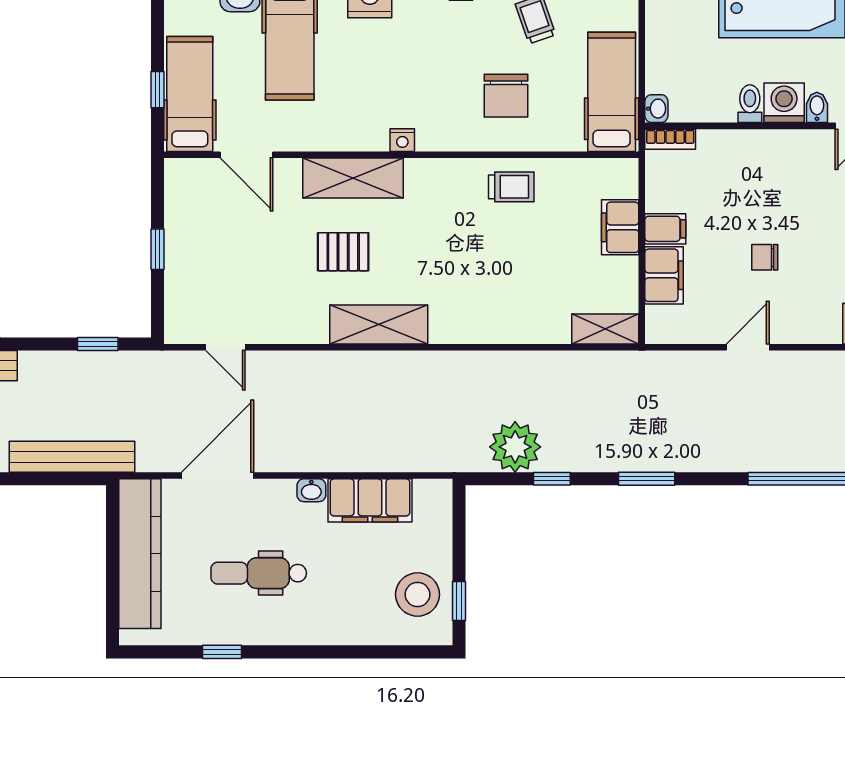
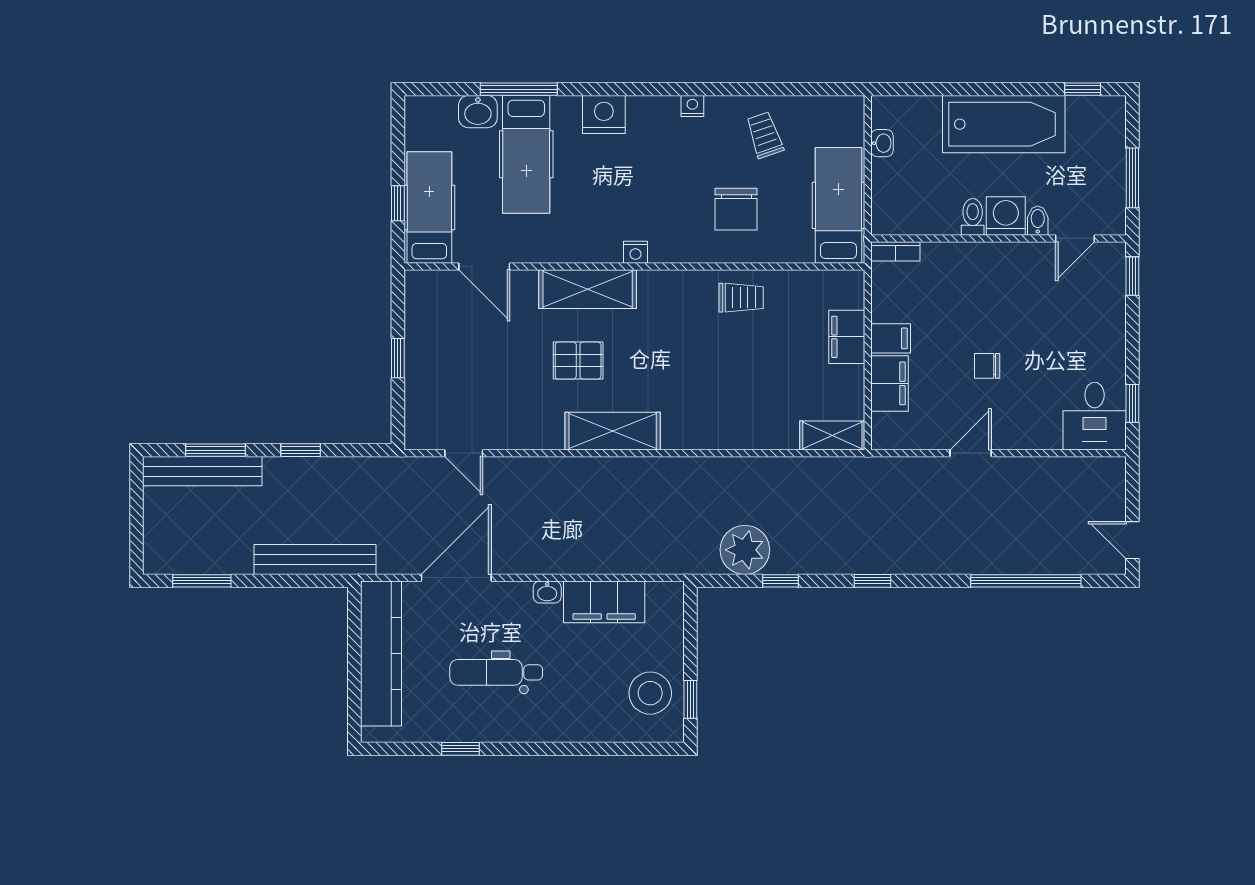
washbasin: (656, 109) -> (882, 143), moved
window: (98, 344) -> (301, 450), moved
window: (647, 479) -> (873, 581), width x0.67

